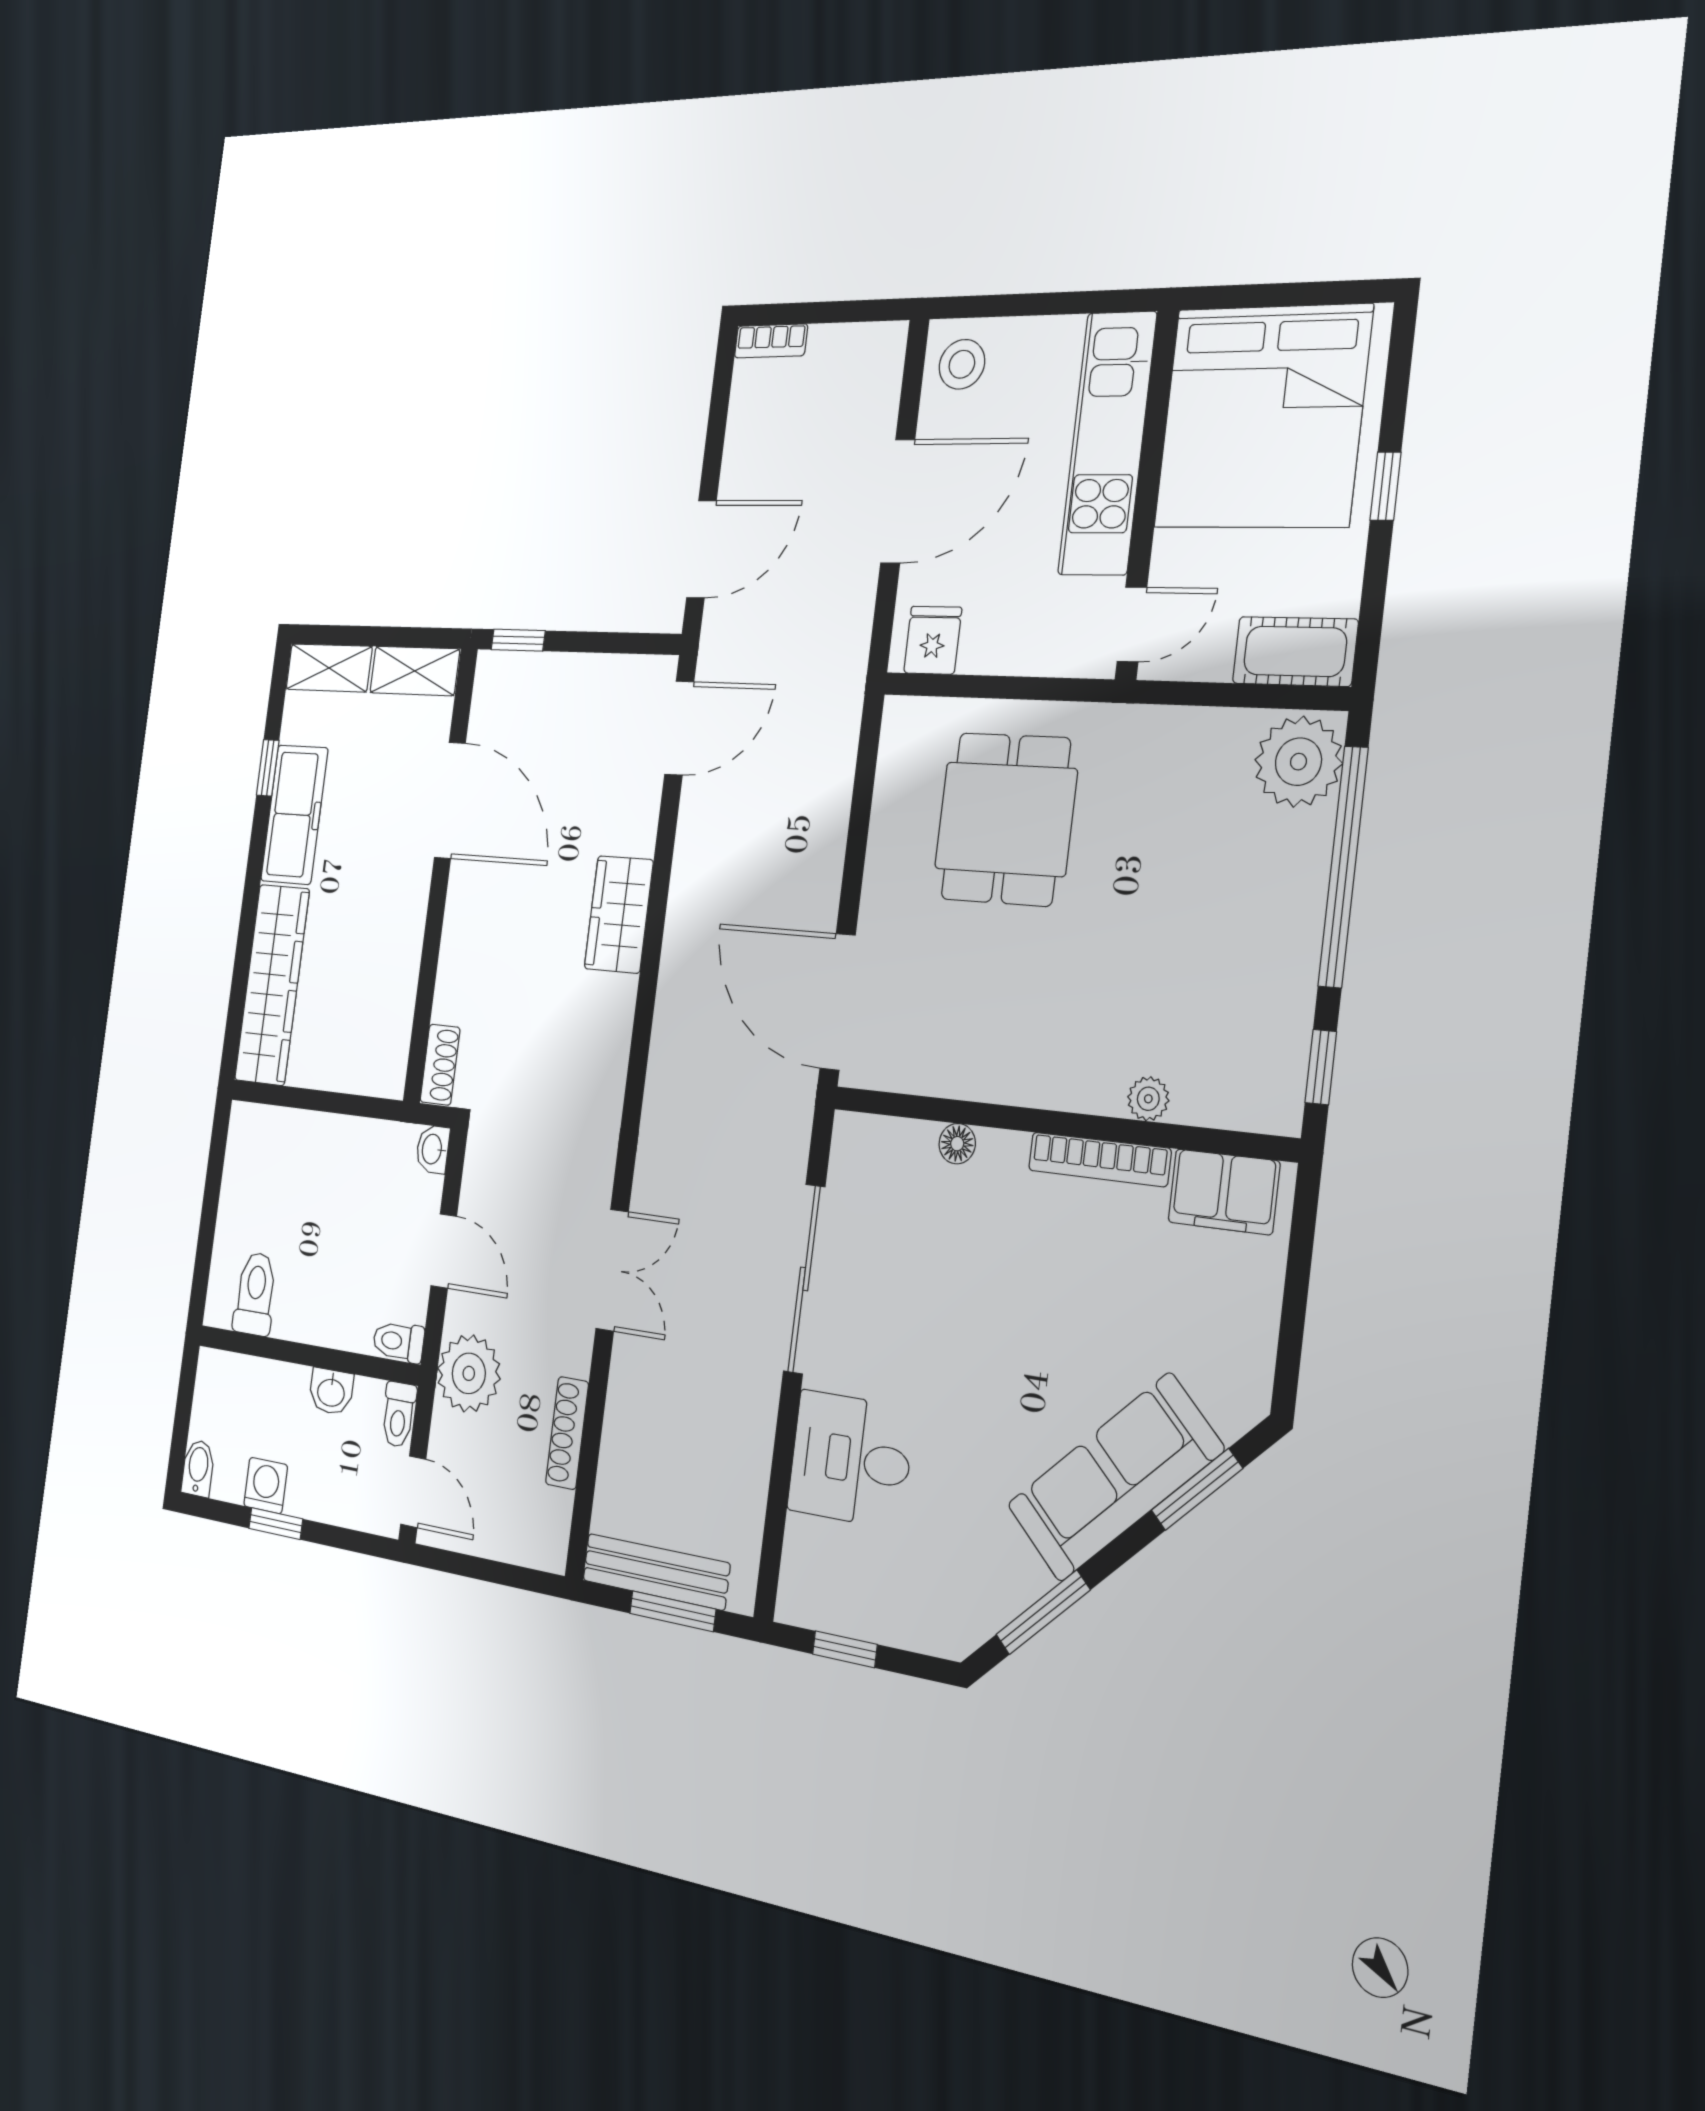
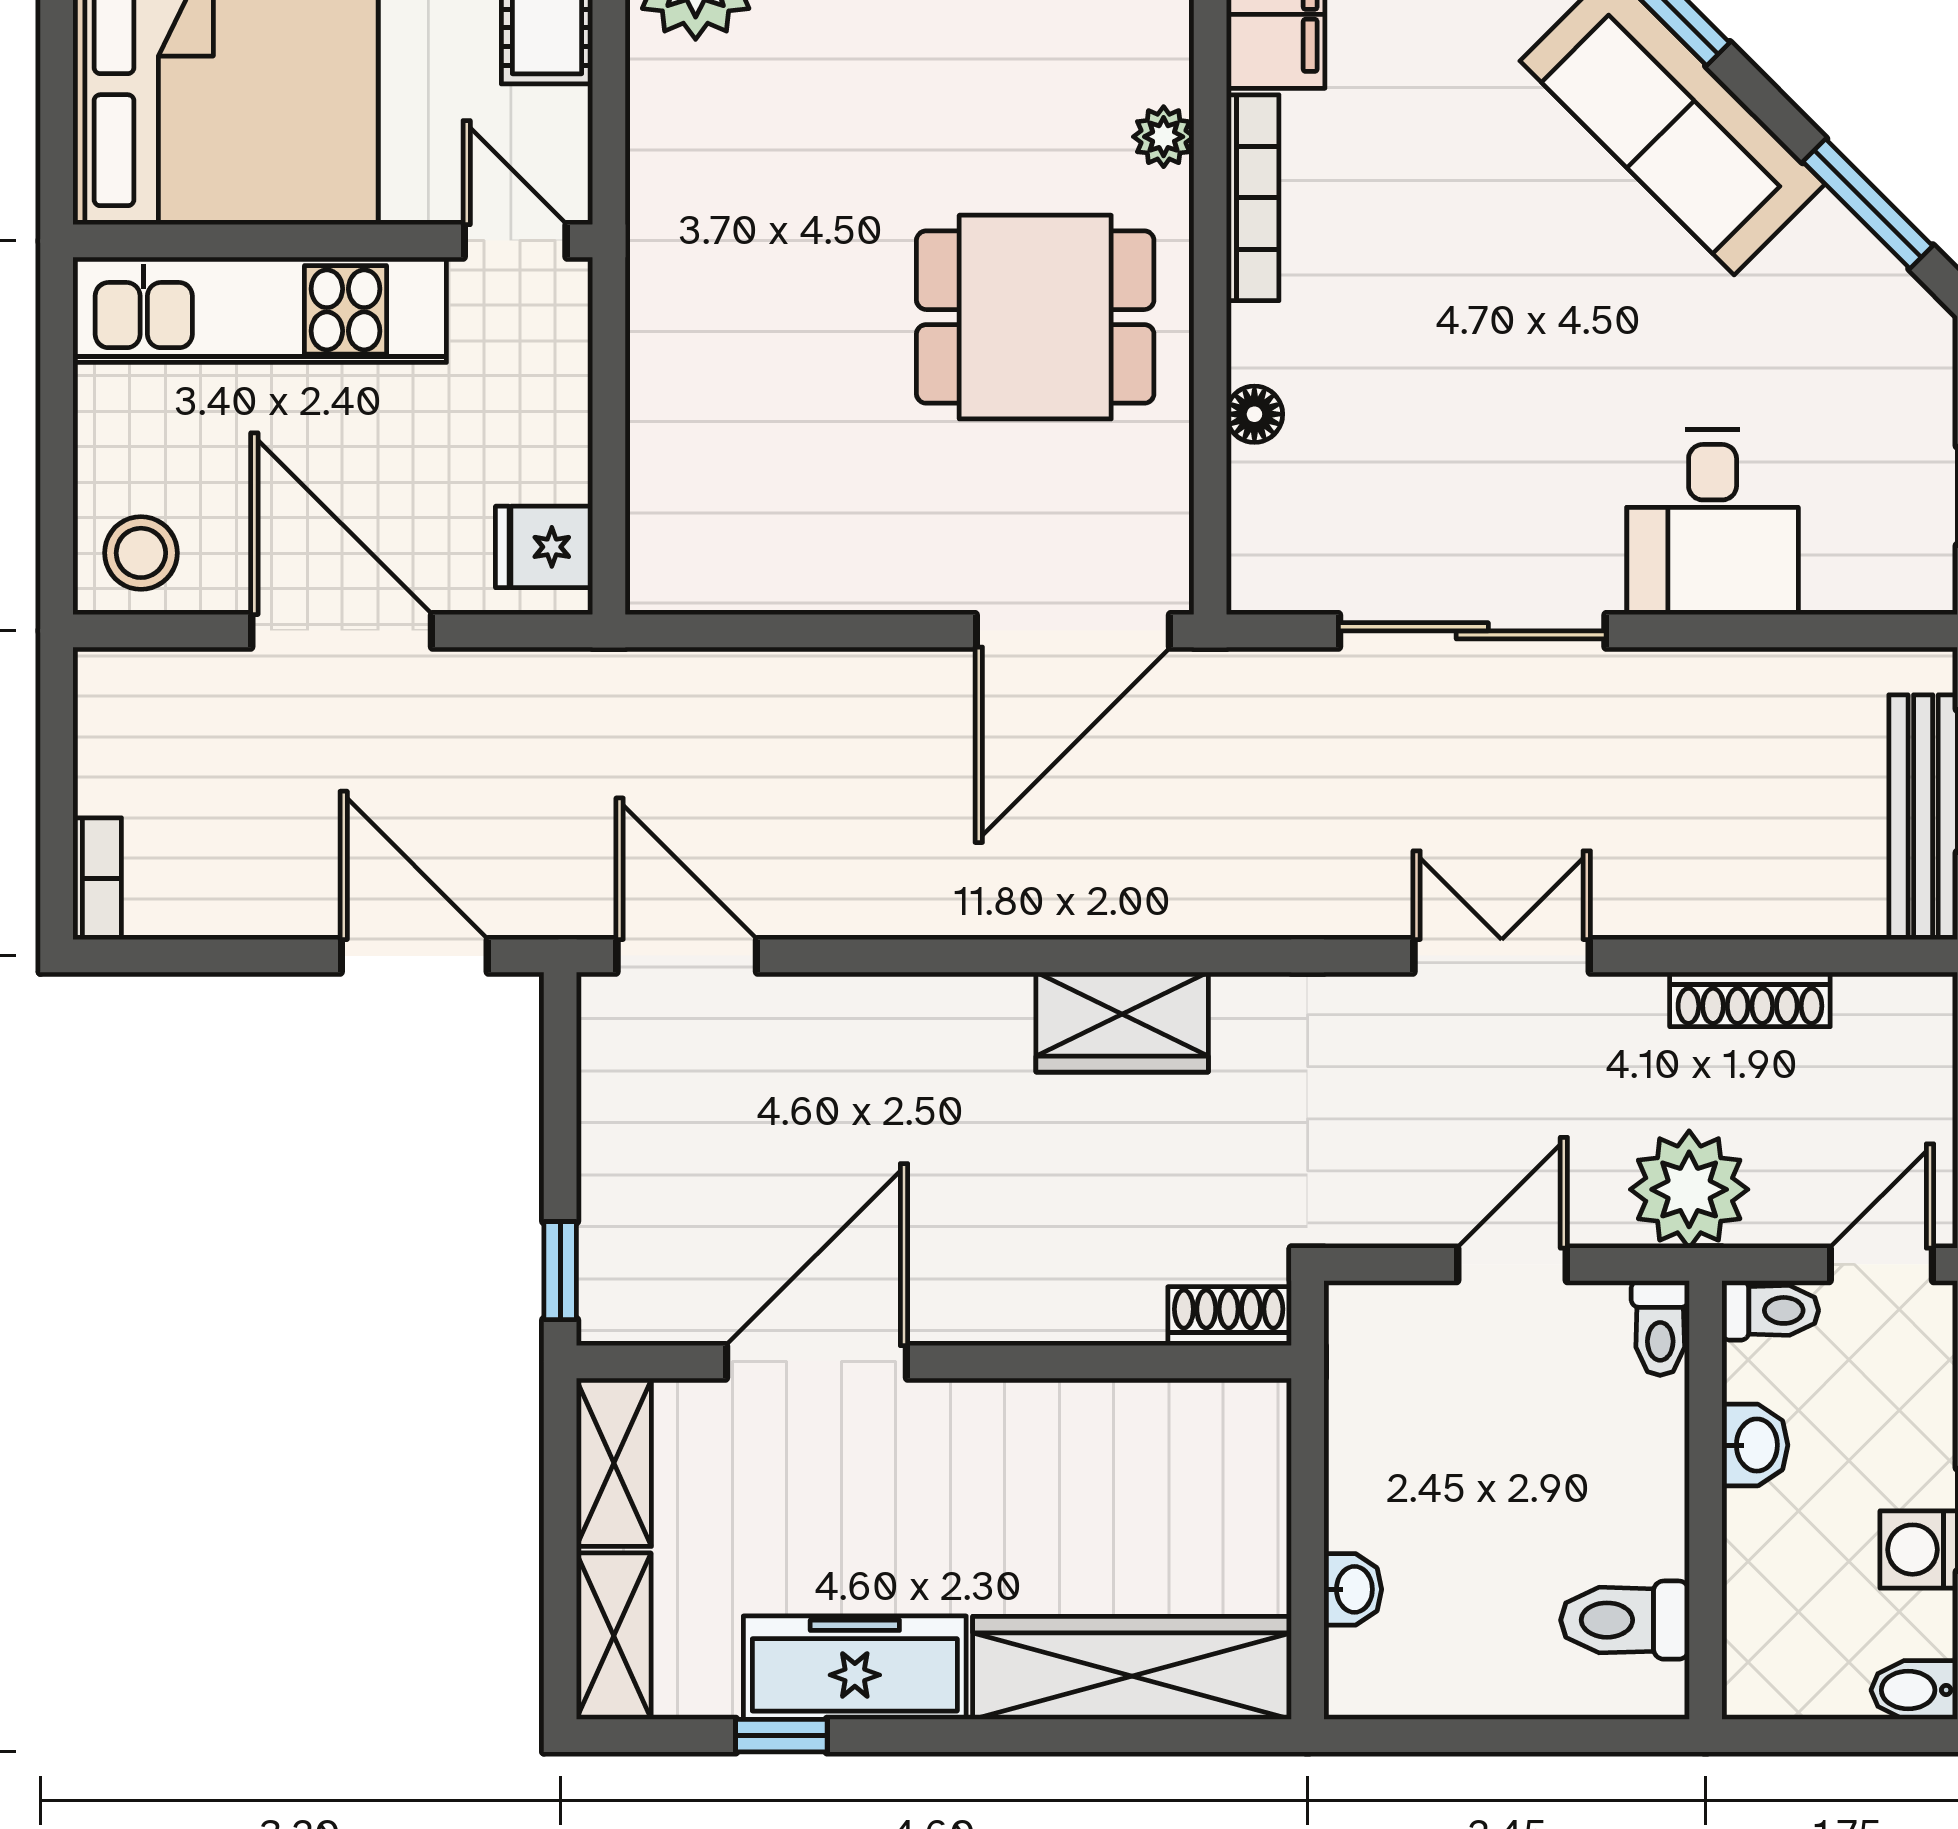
dining table: (1006, 819) -> (1035, 317), moved
wardrobe: (619, 914) -> (1122, 1022), moved
washbasin: (433, 1149) -> (1353, 1589), moved, turned -90

